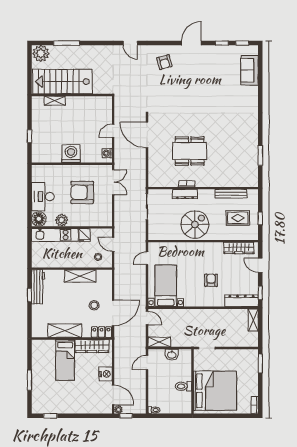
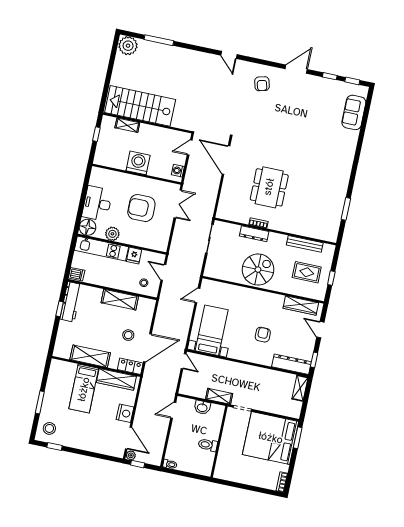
stairs: (62, 82) -> (140, 106), moved
wall: (72, 95) -> (147, 123), moved
shelving: (55, 101) -> (127, 125), moved
dining table: (190, 151) -> (269, 187), turned 90
dishwasher: (38, 262) -> (77, 274), added
shelving: (159, 342) -> (219, 396), moved
bed: (215, 391) -> (271, 438), moved, turned 180
stool: (43, 401) -> (49, 428), added

